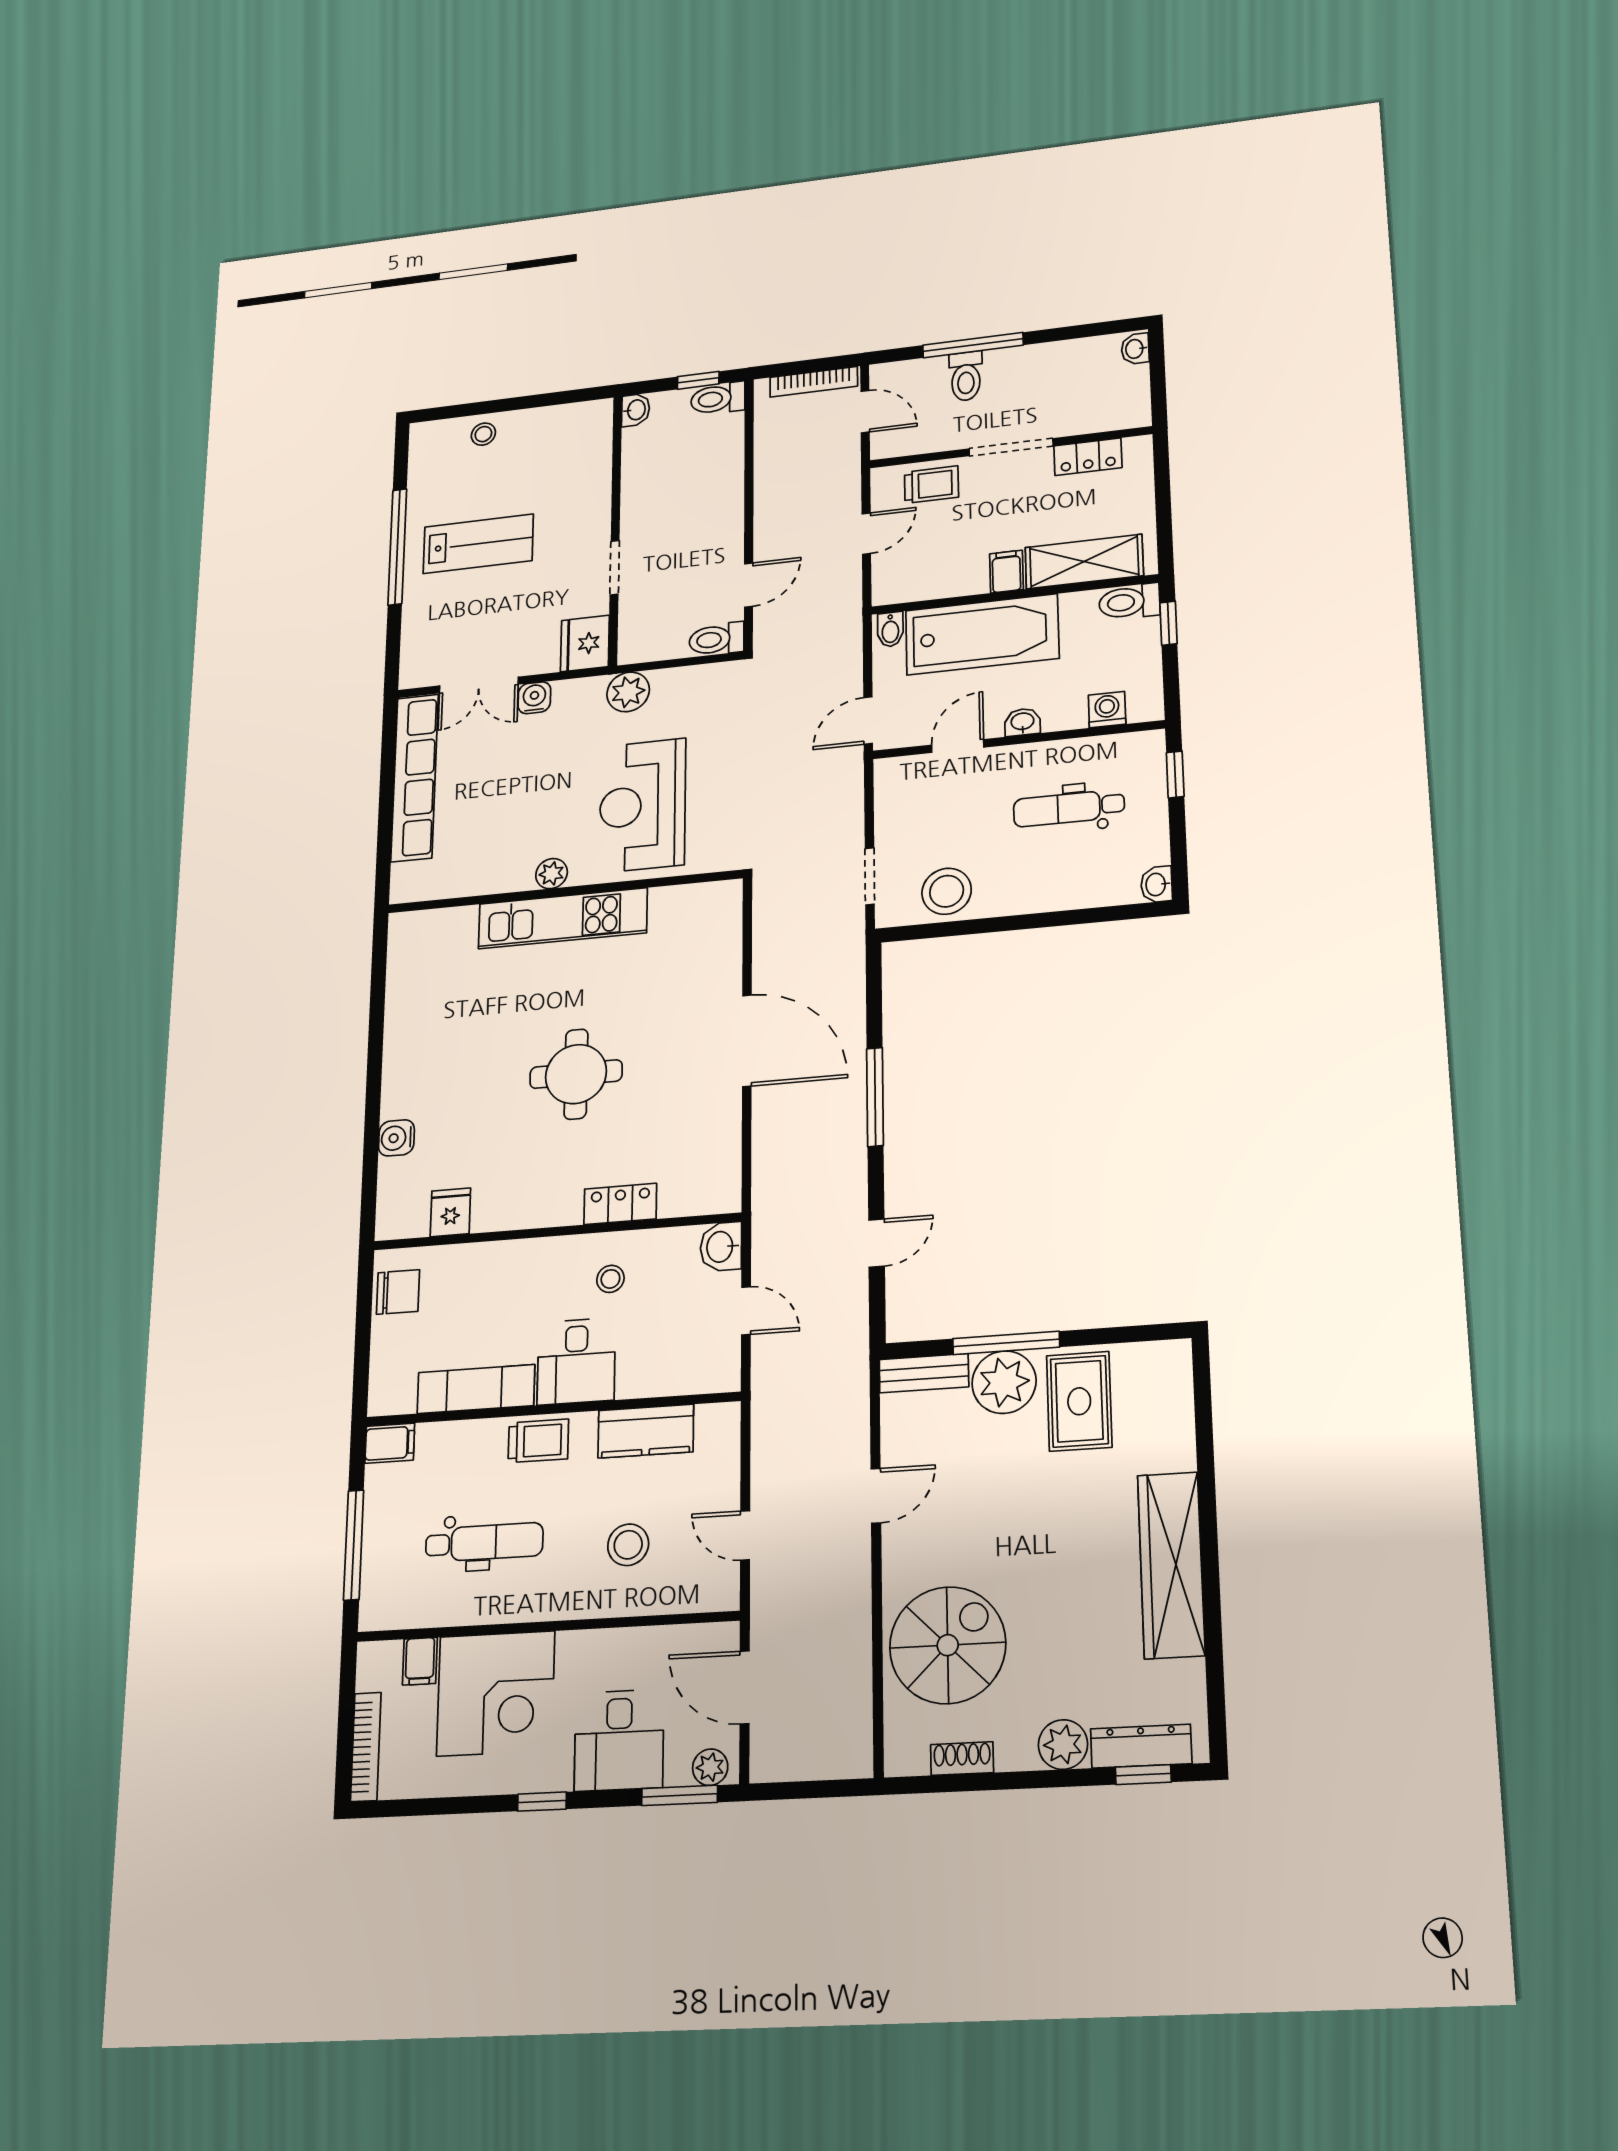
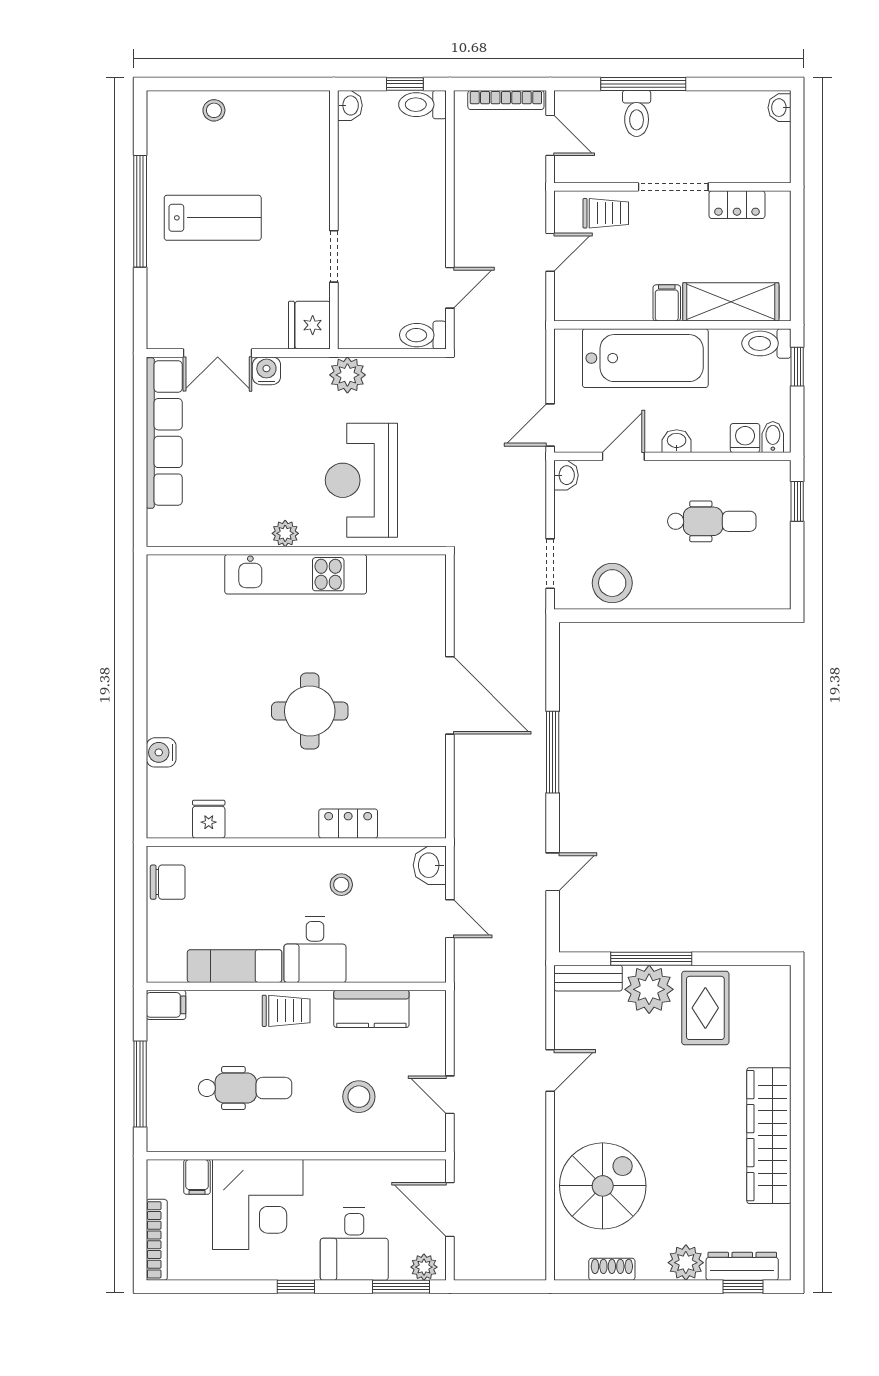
bidet: (890, 629) -> (773, 437), moved, turned 180
dental chair: (1069, 808) -> (712, 521), turned 180
washbasin: (1157, 884) -> (566, 475), moved, turned 180

